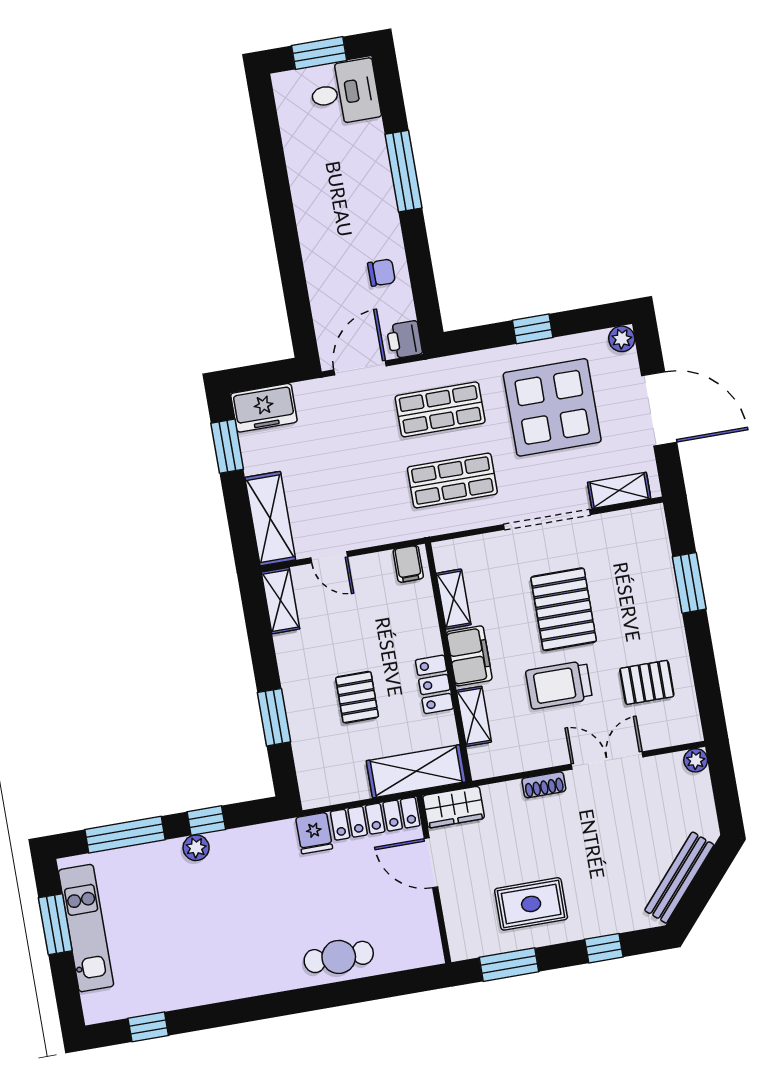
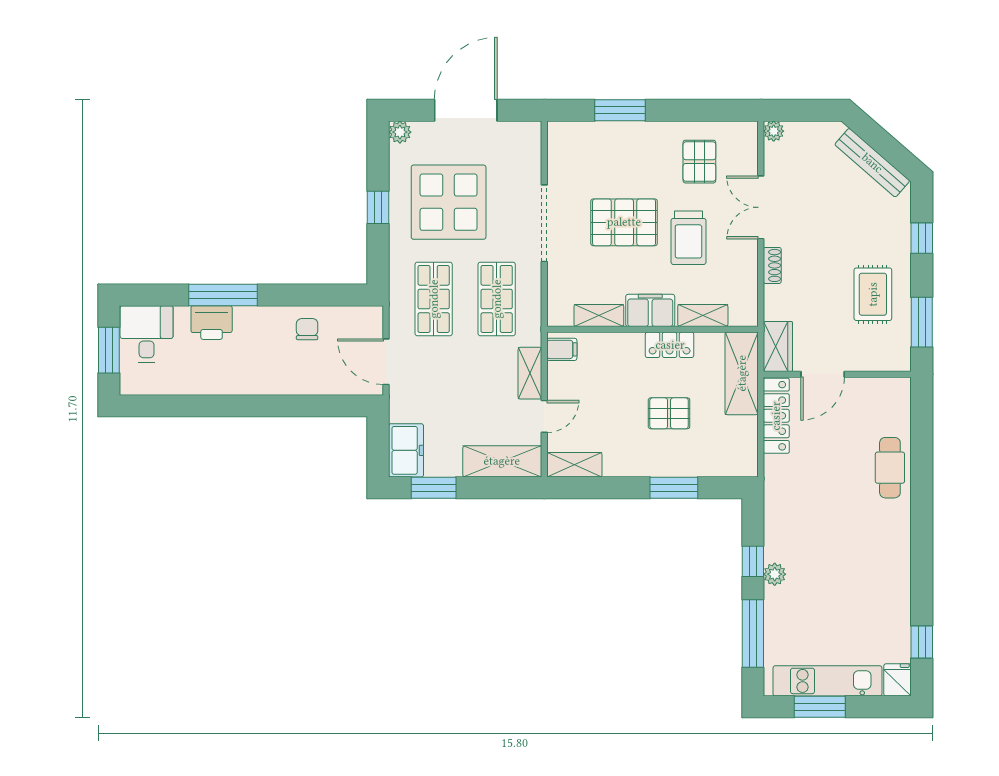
printer: (404, 340) -> (212, 323), moved, width x1.36, depth x1.24
shelving: (619, 490) -> (530, 373), moved
fridge: (314, 833) -> (898, 680), moved, turned -90

